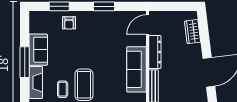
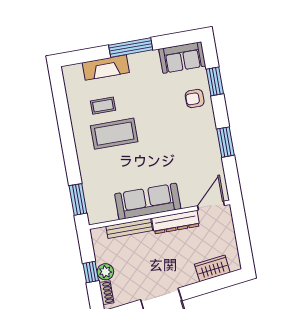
door: (148, 25) -> (211, 206), hinge flipped
sofa: (38, 50) -> (182, 57), moved

